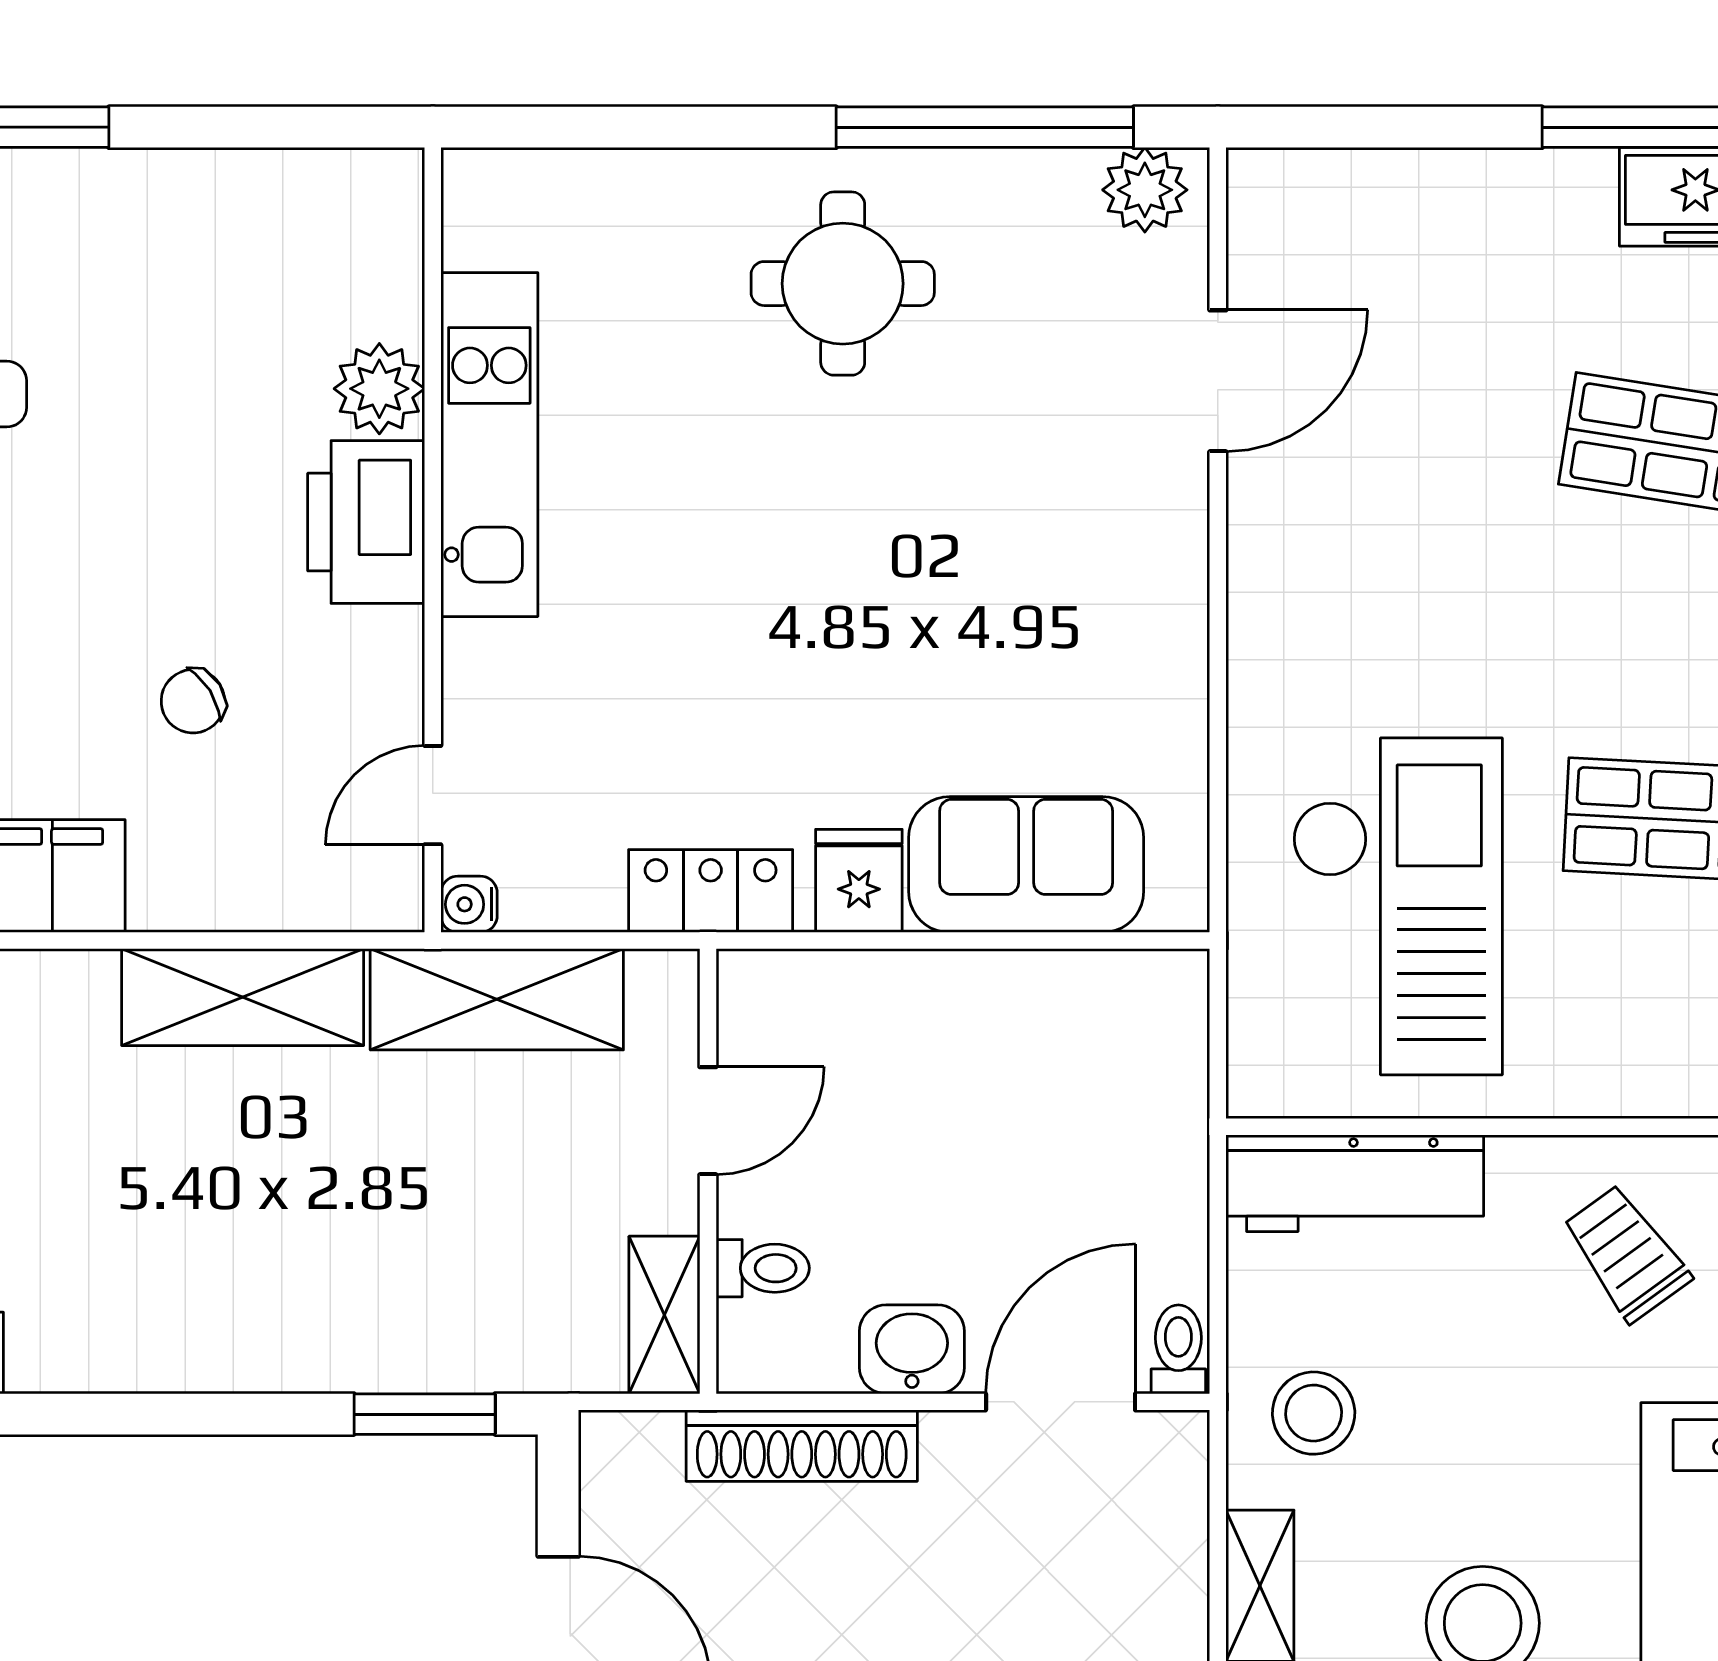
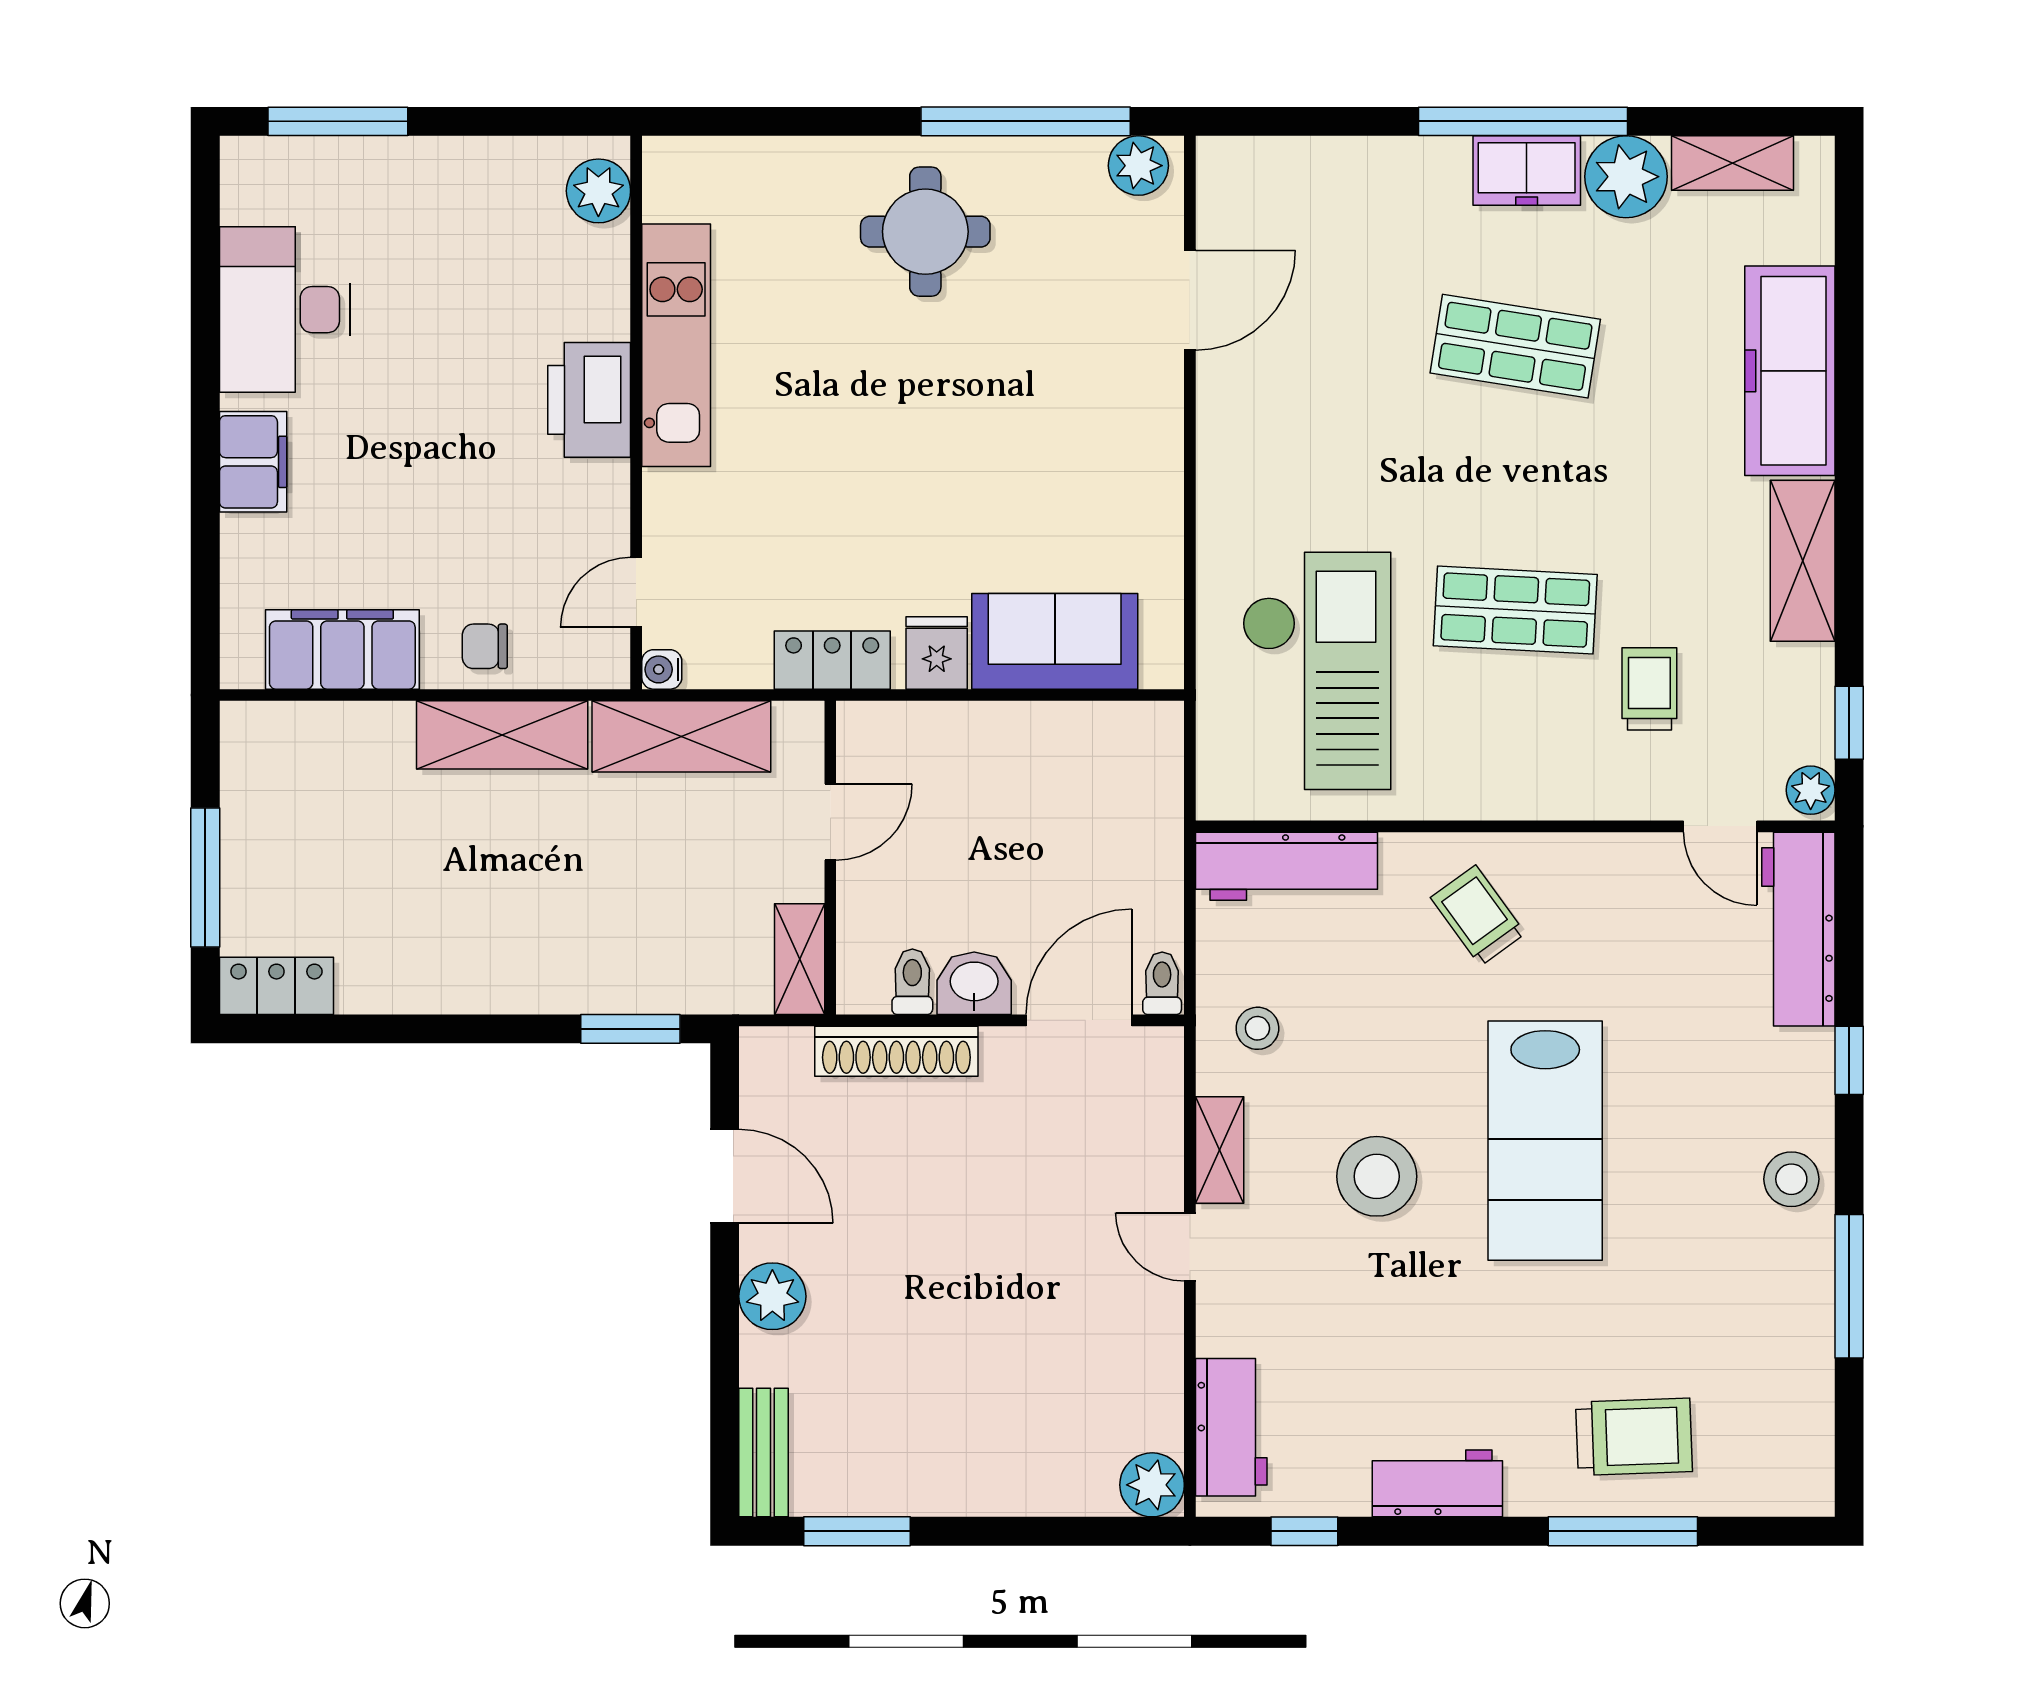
plant: (379, 389) -> (598, 191), moved
chair: (193, 701) -> (485, 646), moved, turned 32
toilet: (763, 1268) -> (912, 982), moved, turned -90
stool: (1314, 1413) -> (1257, 1028), width x0.73, depth x0.73

